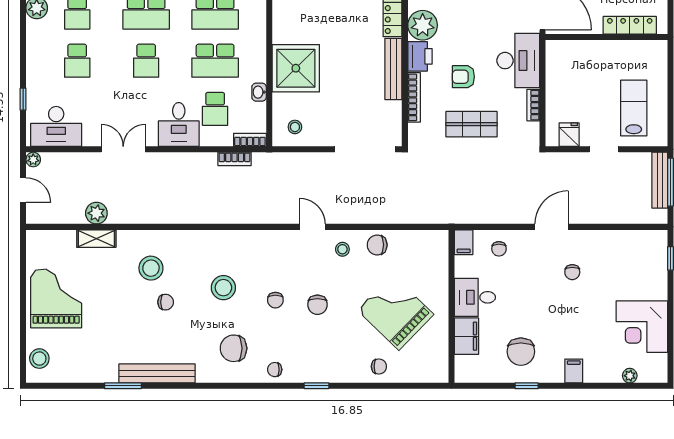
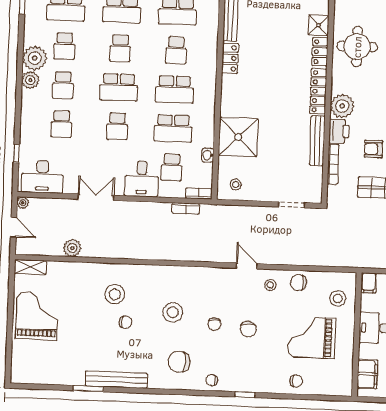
doorway: (365, 149) -> (292, 205), width x0.53
shelving: (96, 239) -> (30, 267), moved
grand piano: (396, 312) -> (311, 338), turned -44
filing cabinet: (466, 336) -> (367, 374), moved
stool: (39, 359) -> (338, 298), moved

